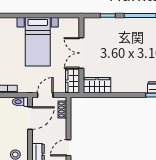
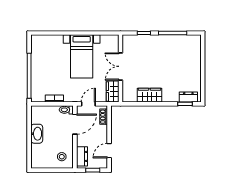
wardrobe: (97, 85) -> (149, 95), moved

